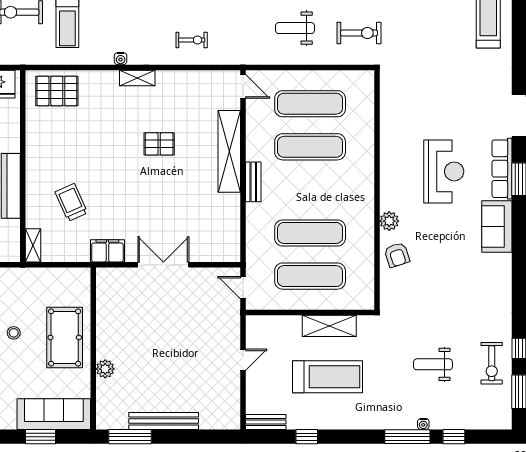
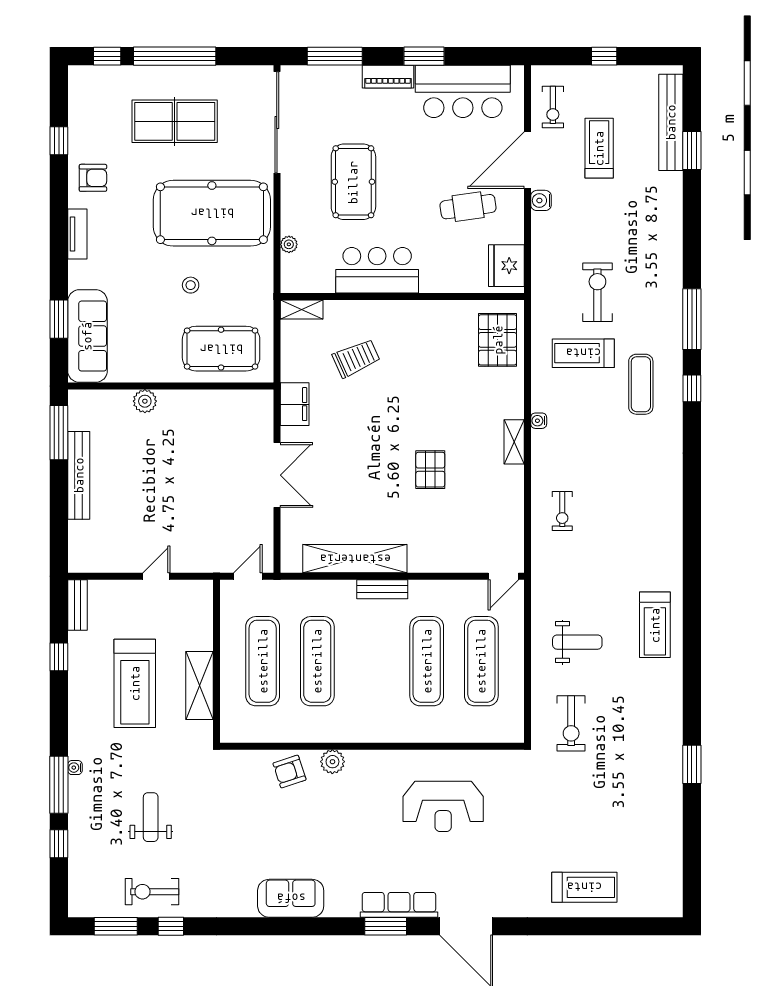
weight bench: (295, 28) -> (577, 642), turned 90
shelving: (229, 151) -> (355, 559), moved
reception desk: (444, 171) -> (443, 806), moved
sofa: (497, 227) -> (291, 898), moved
pool table: (65, 337) -> (221, 349), moved
door: (243, 360) -> (156, 576), swing flipped
water cooler: (423, 424) -> (75, 768), moved

